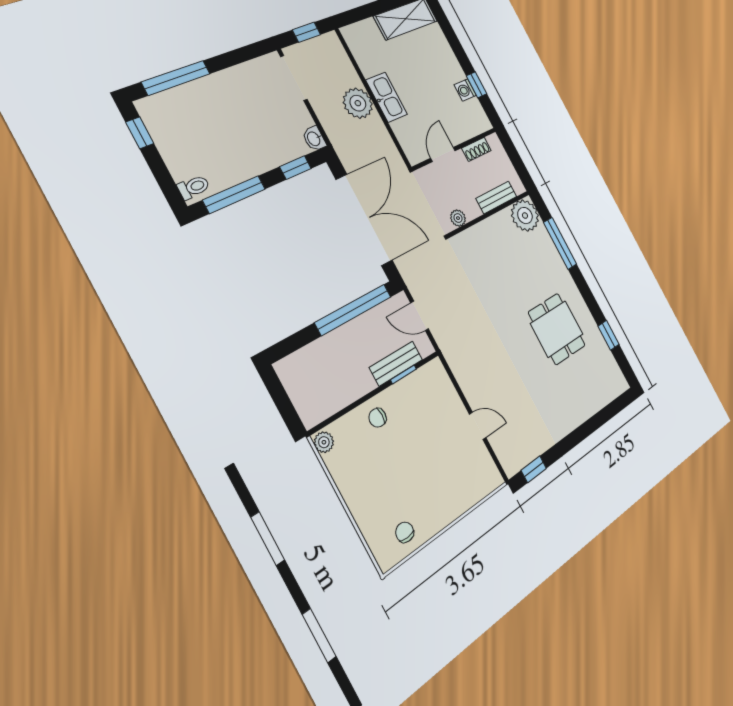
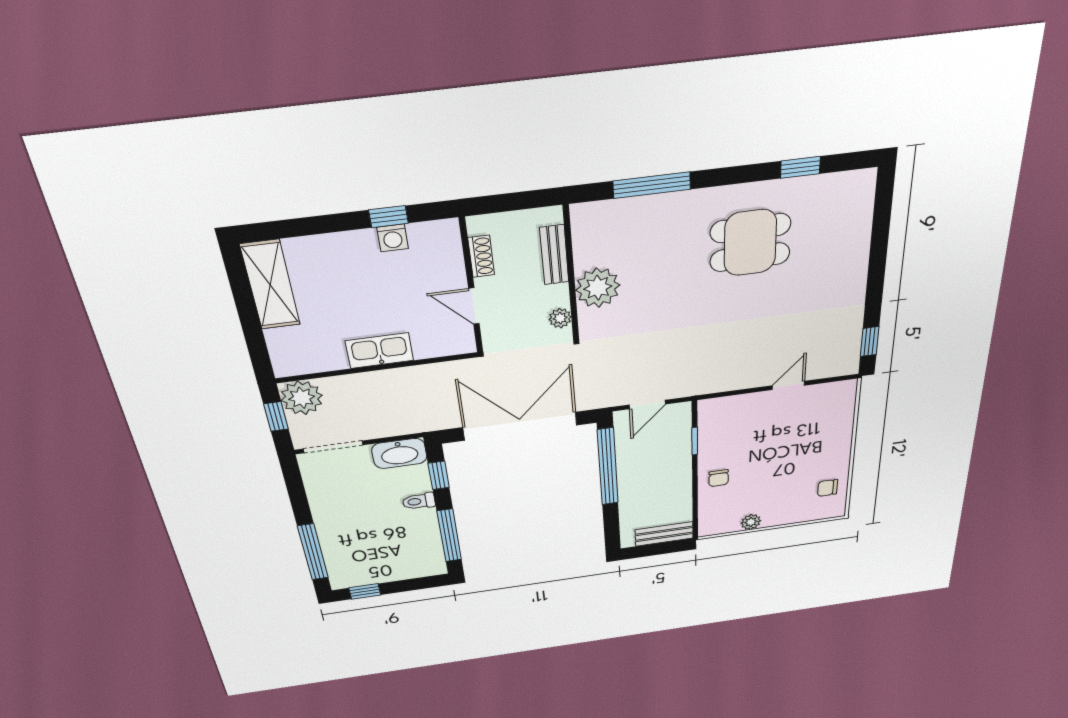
plant: (358, 103) -> (302, 398), moved
washbasin: (314, 139) -> (399, 454), width x1.91, depth x1.45
toilet: (194, 187) -> (419, 501), moved, turned -90
plant: (525, 216) -> (598, 288), moved
bench: (396, 363) -> (664, 534), moved, turned 90
plant: (324, 442) -> (751, 522), moved

